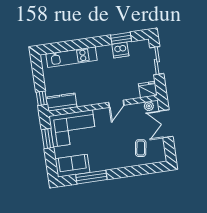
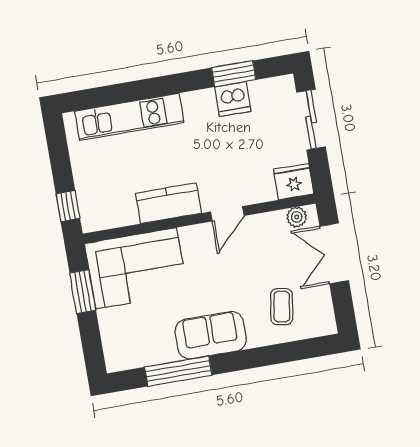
kitchen counter: (62, 102) -> (169, 203), moved
sofa: (73, 166) -> (211, 335), moved

